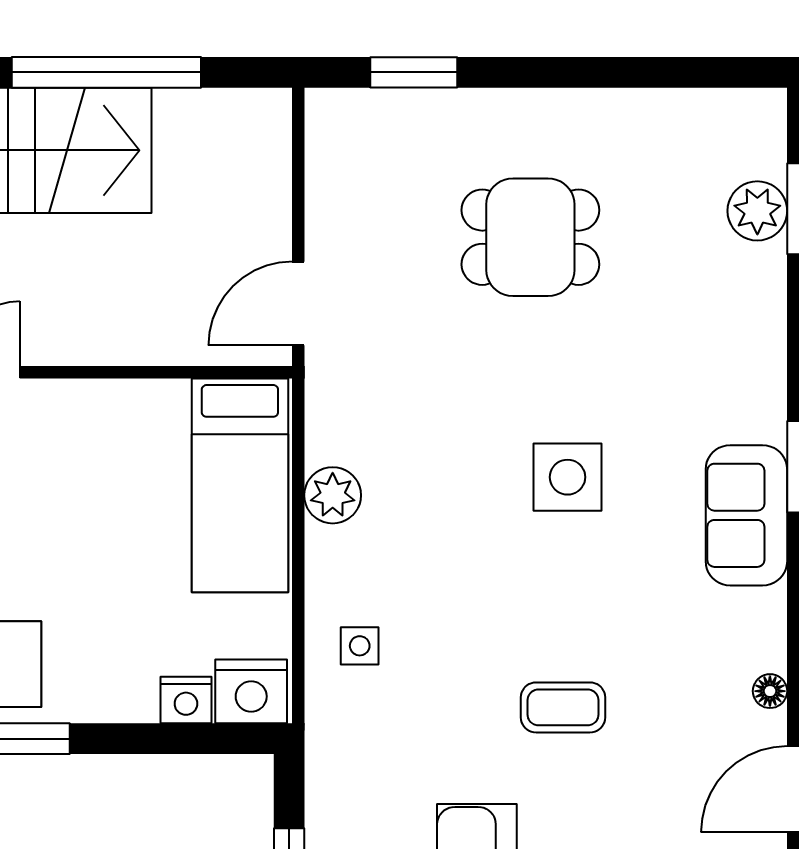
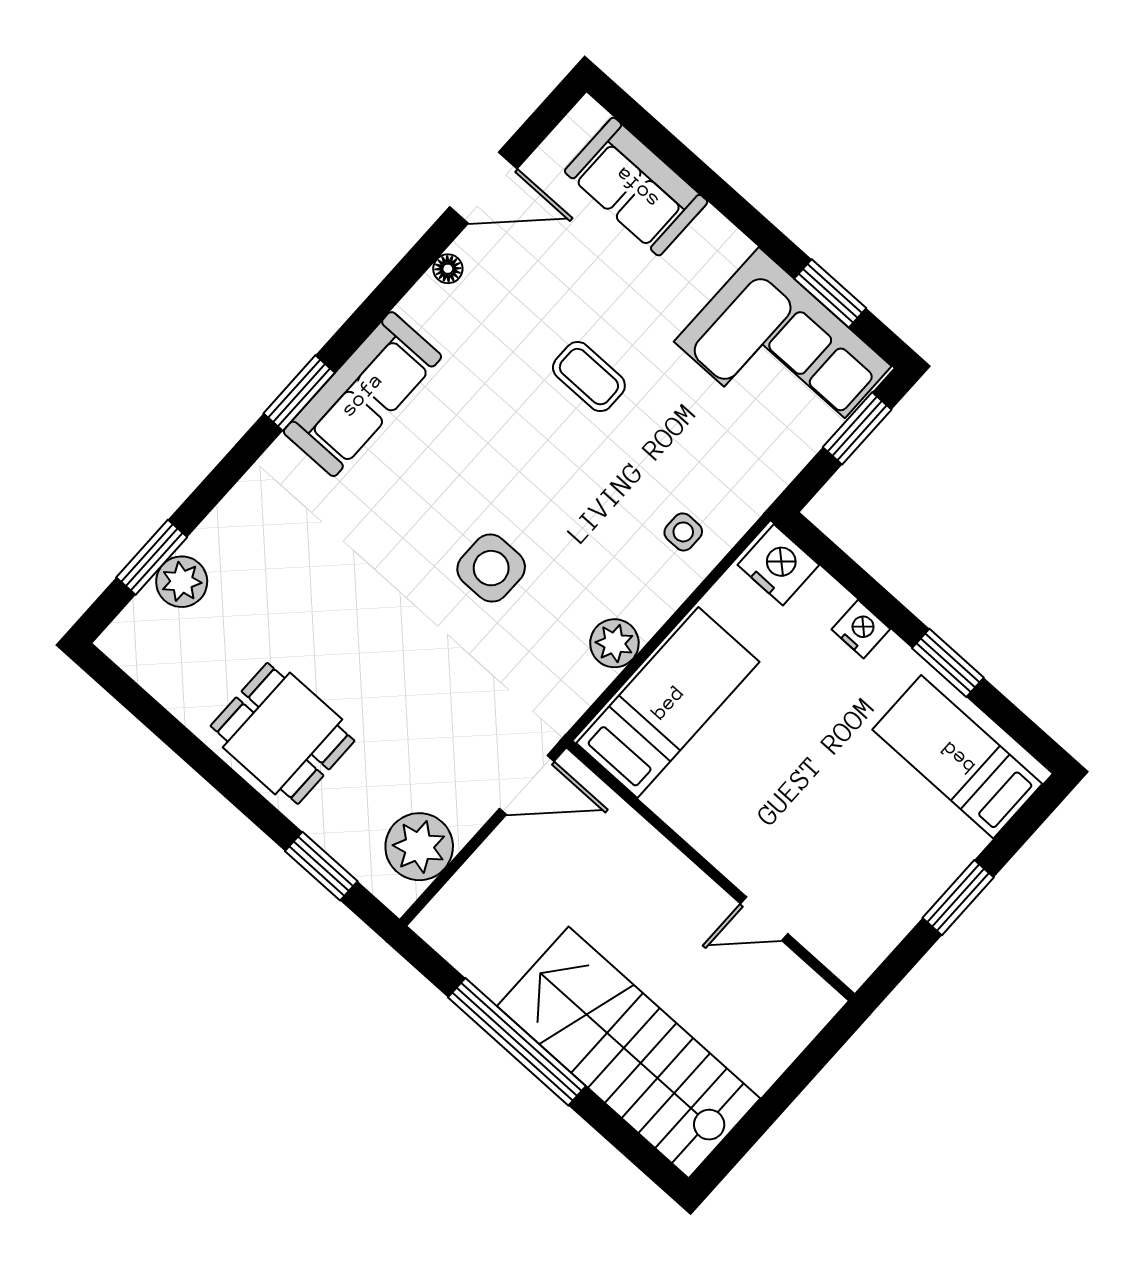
plant: (344, 166) -> (419, 847), added
dining table: (530, 237) -> (283, 733), moved
side table: (568, 477) -> (491, 568), moved
sofa: (746, 515) -> (362, 394), width x1.36
nightstand: (186, 700) -> (861, 629), moved

